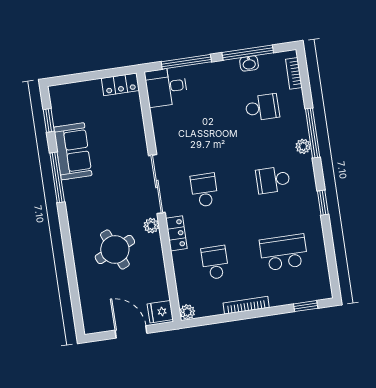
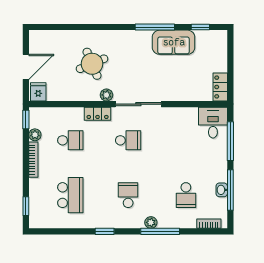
plant: (187, 312) -> (35, 135), moved
window: (197, 322) -> (26, 120), added

